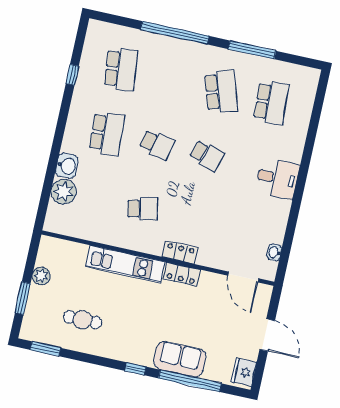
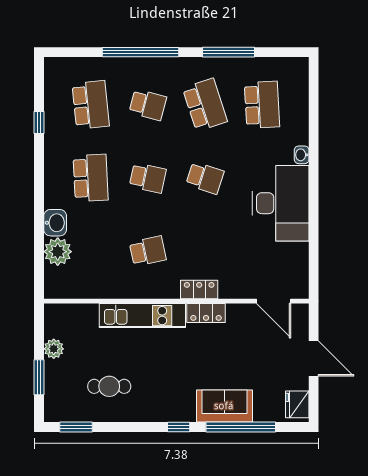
school desk: (171, 80) -> (148, 105), added
desk: (277, 178) -> (280, 203), width x1.87, depth x1.30
washbasin: (274, 252) -> (302, 155), moved

